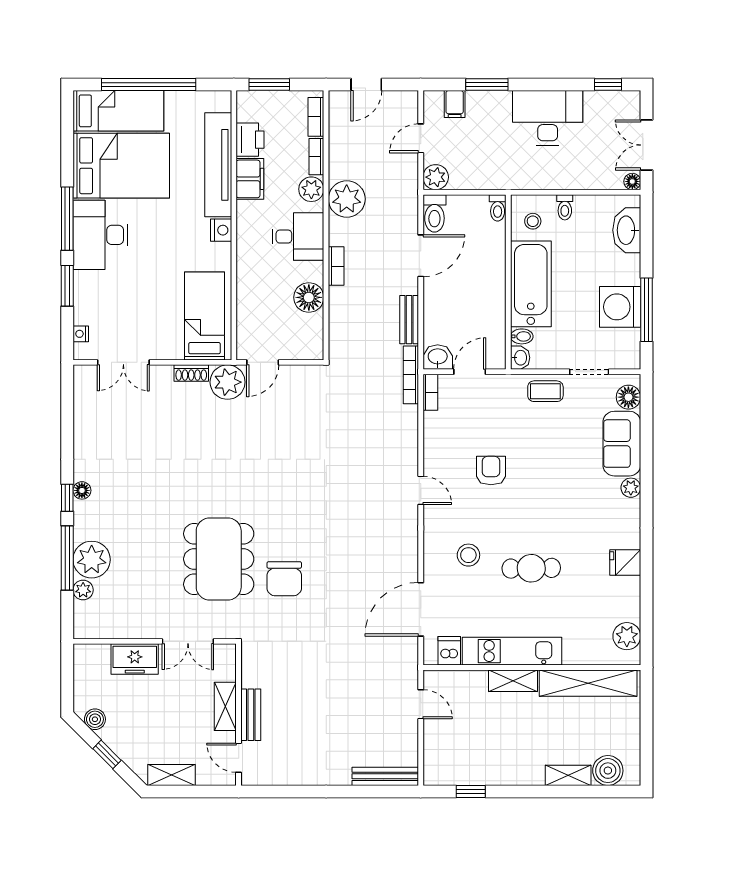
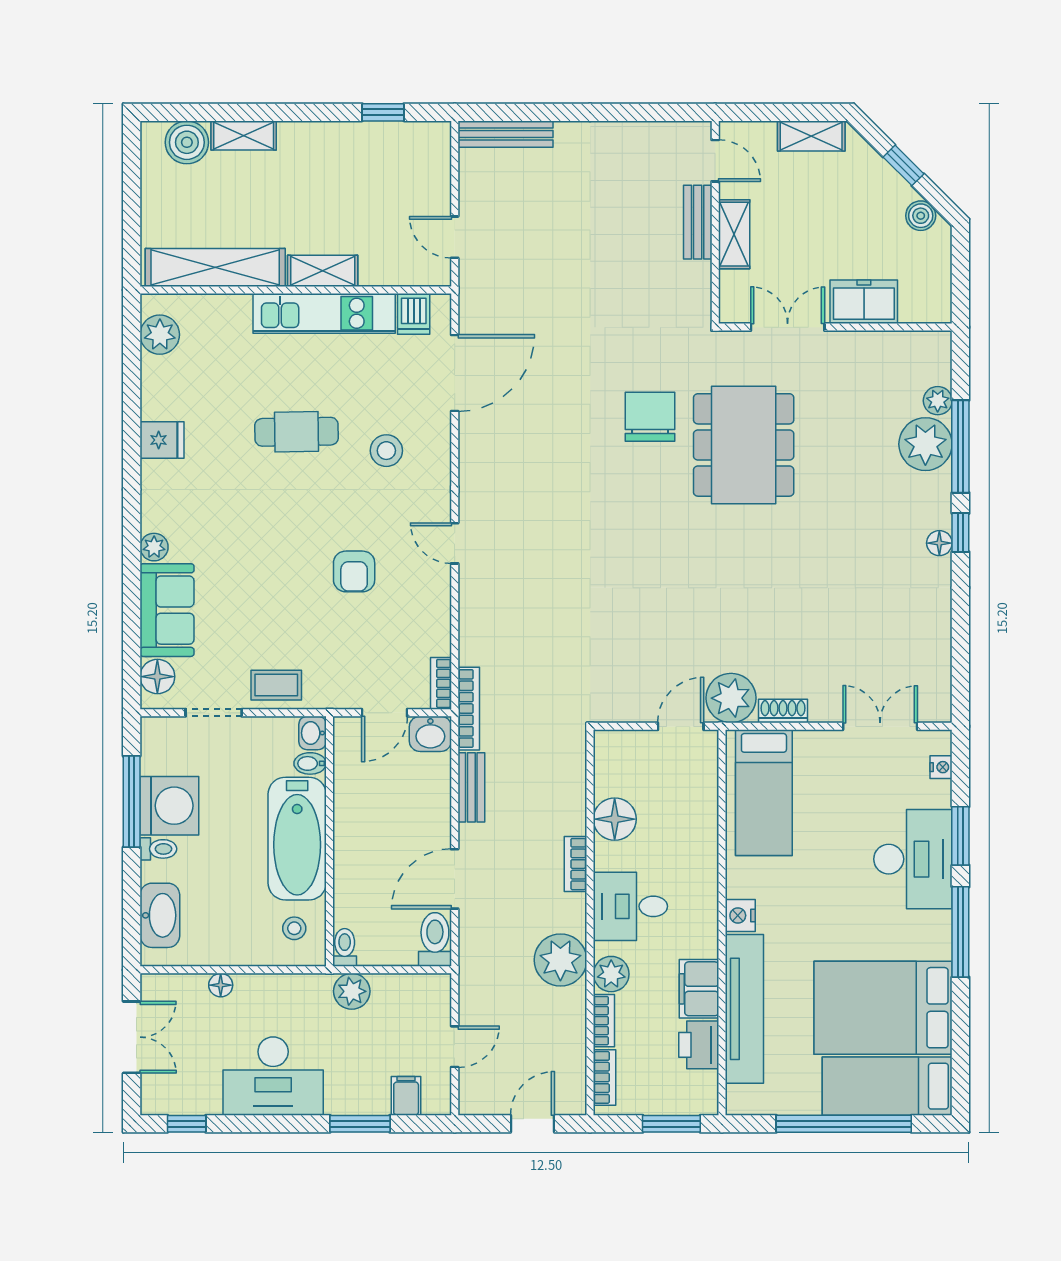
plant: (436, 177) -> (352, 991), moved
floor lamp: (632, 181) -> (221, 985), moved
toilet: (565, 207) -> (158, 849), moved, turned 90
desk: (100, 235) -> (913, 859), moved

